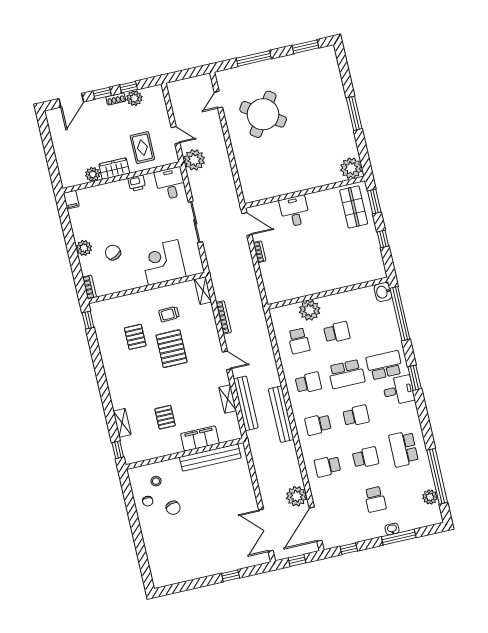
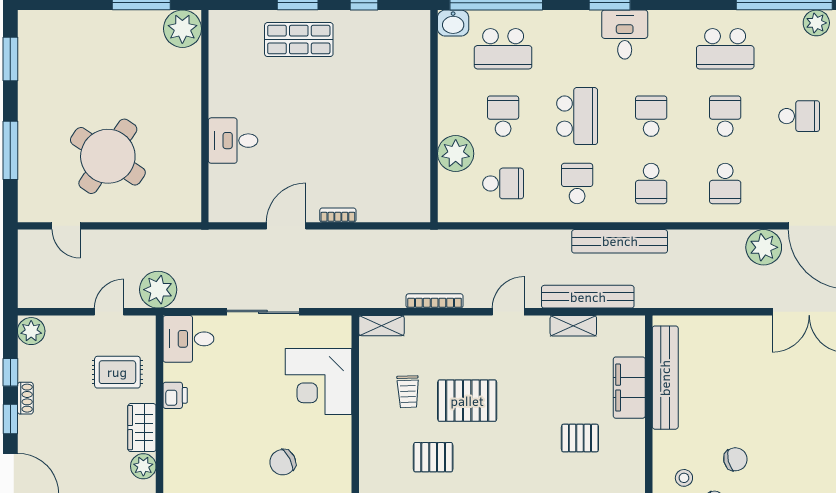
plant: (134, 98) -> (31, 331), moved
plant: (351, 168) -> (182, 29), moved
wall: (305, 192) -> (205, 116), moved
desk: (295, 211) -> (233, 141), moved
school desk: (384, 365) -> (503, 49), moved, turned -90

